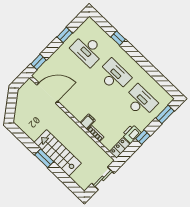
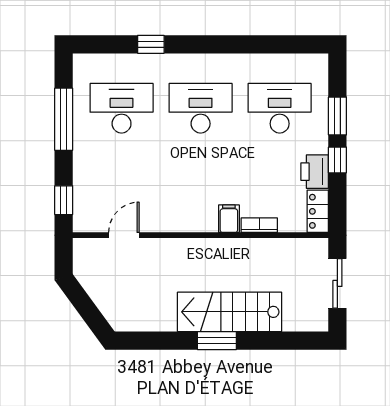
window: (65, 35) -> (64, 119), width x2.17
desk: (88, 50) -> (122, 108), turned 180
door: (47, 93) -> (124, 235), width x0.53
window: (165, 114) -> (337, 116), moved

